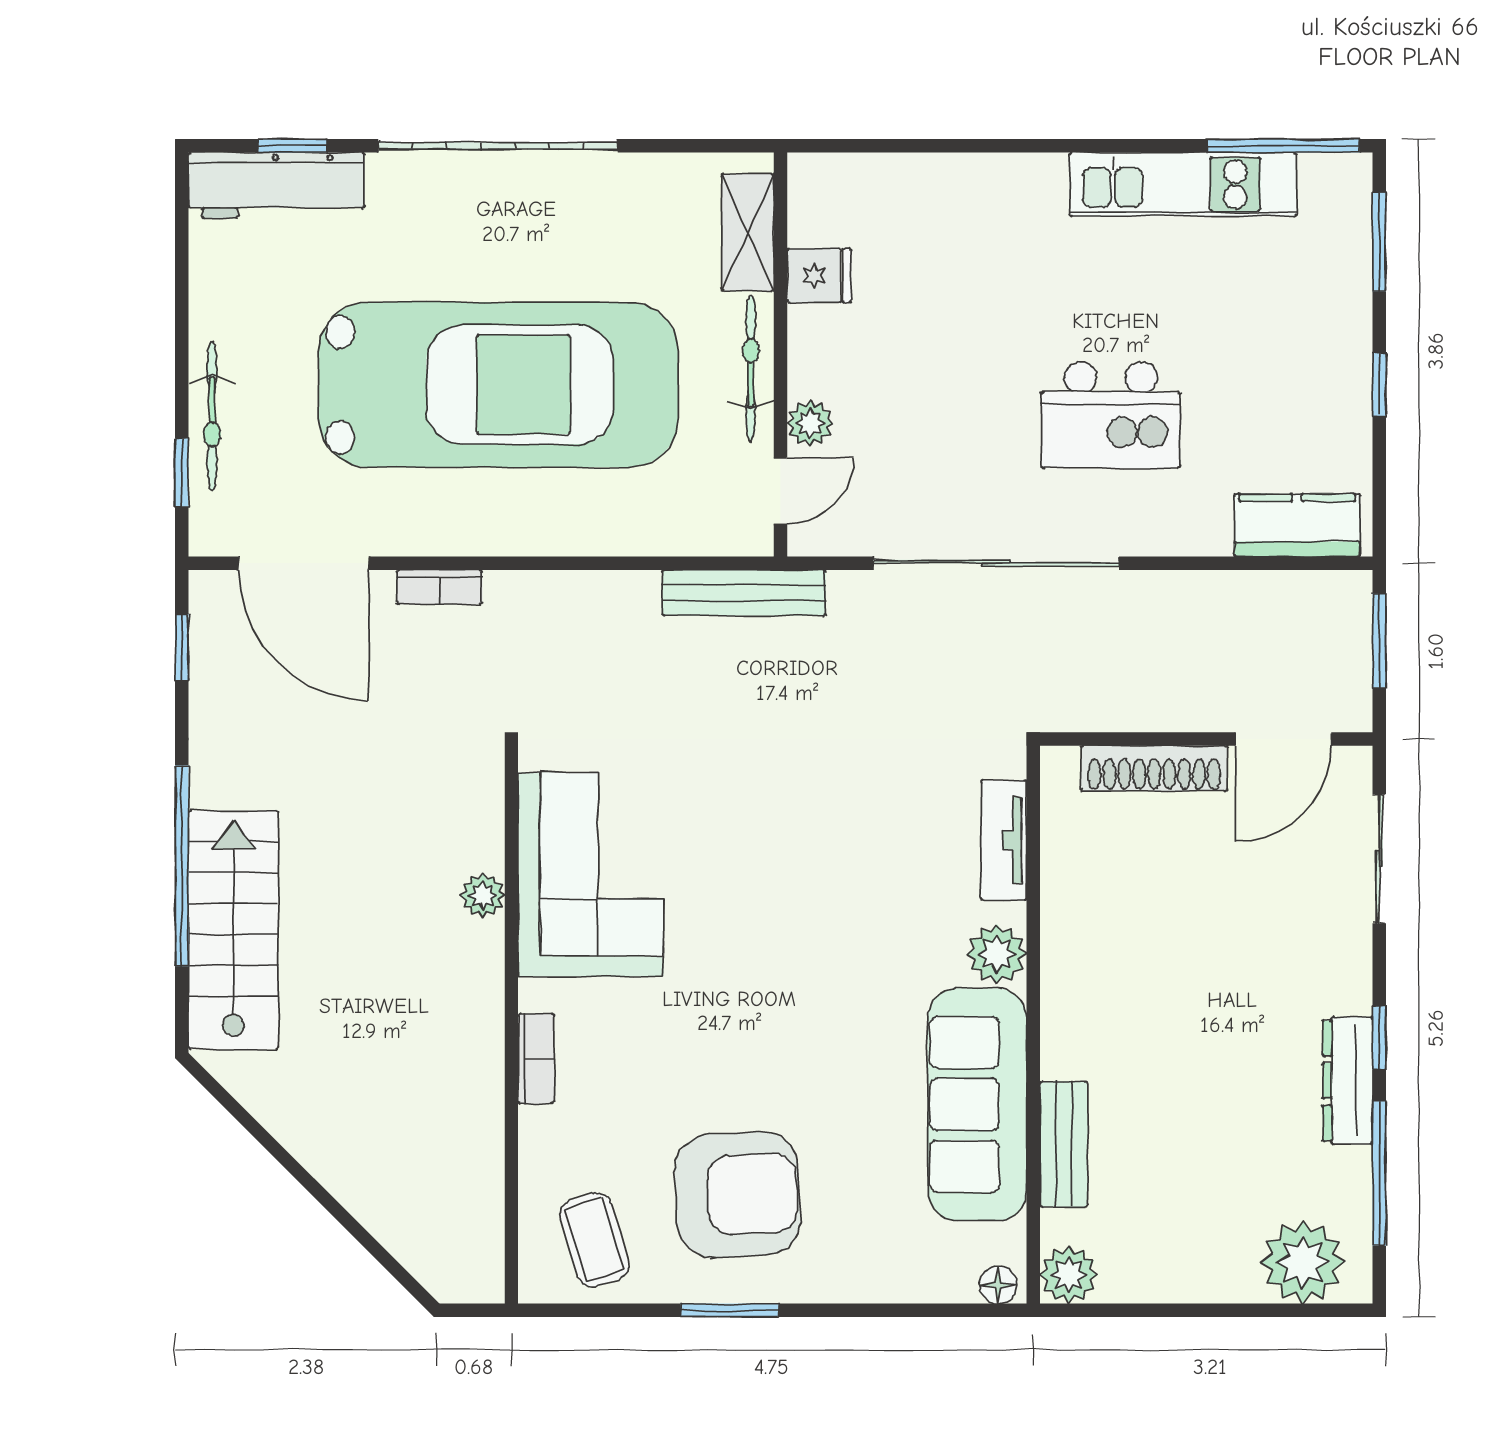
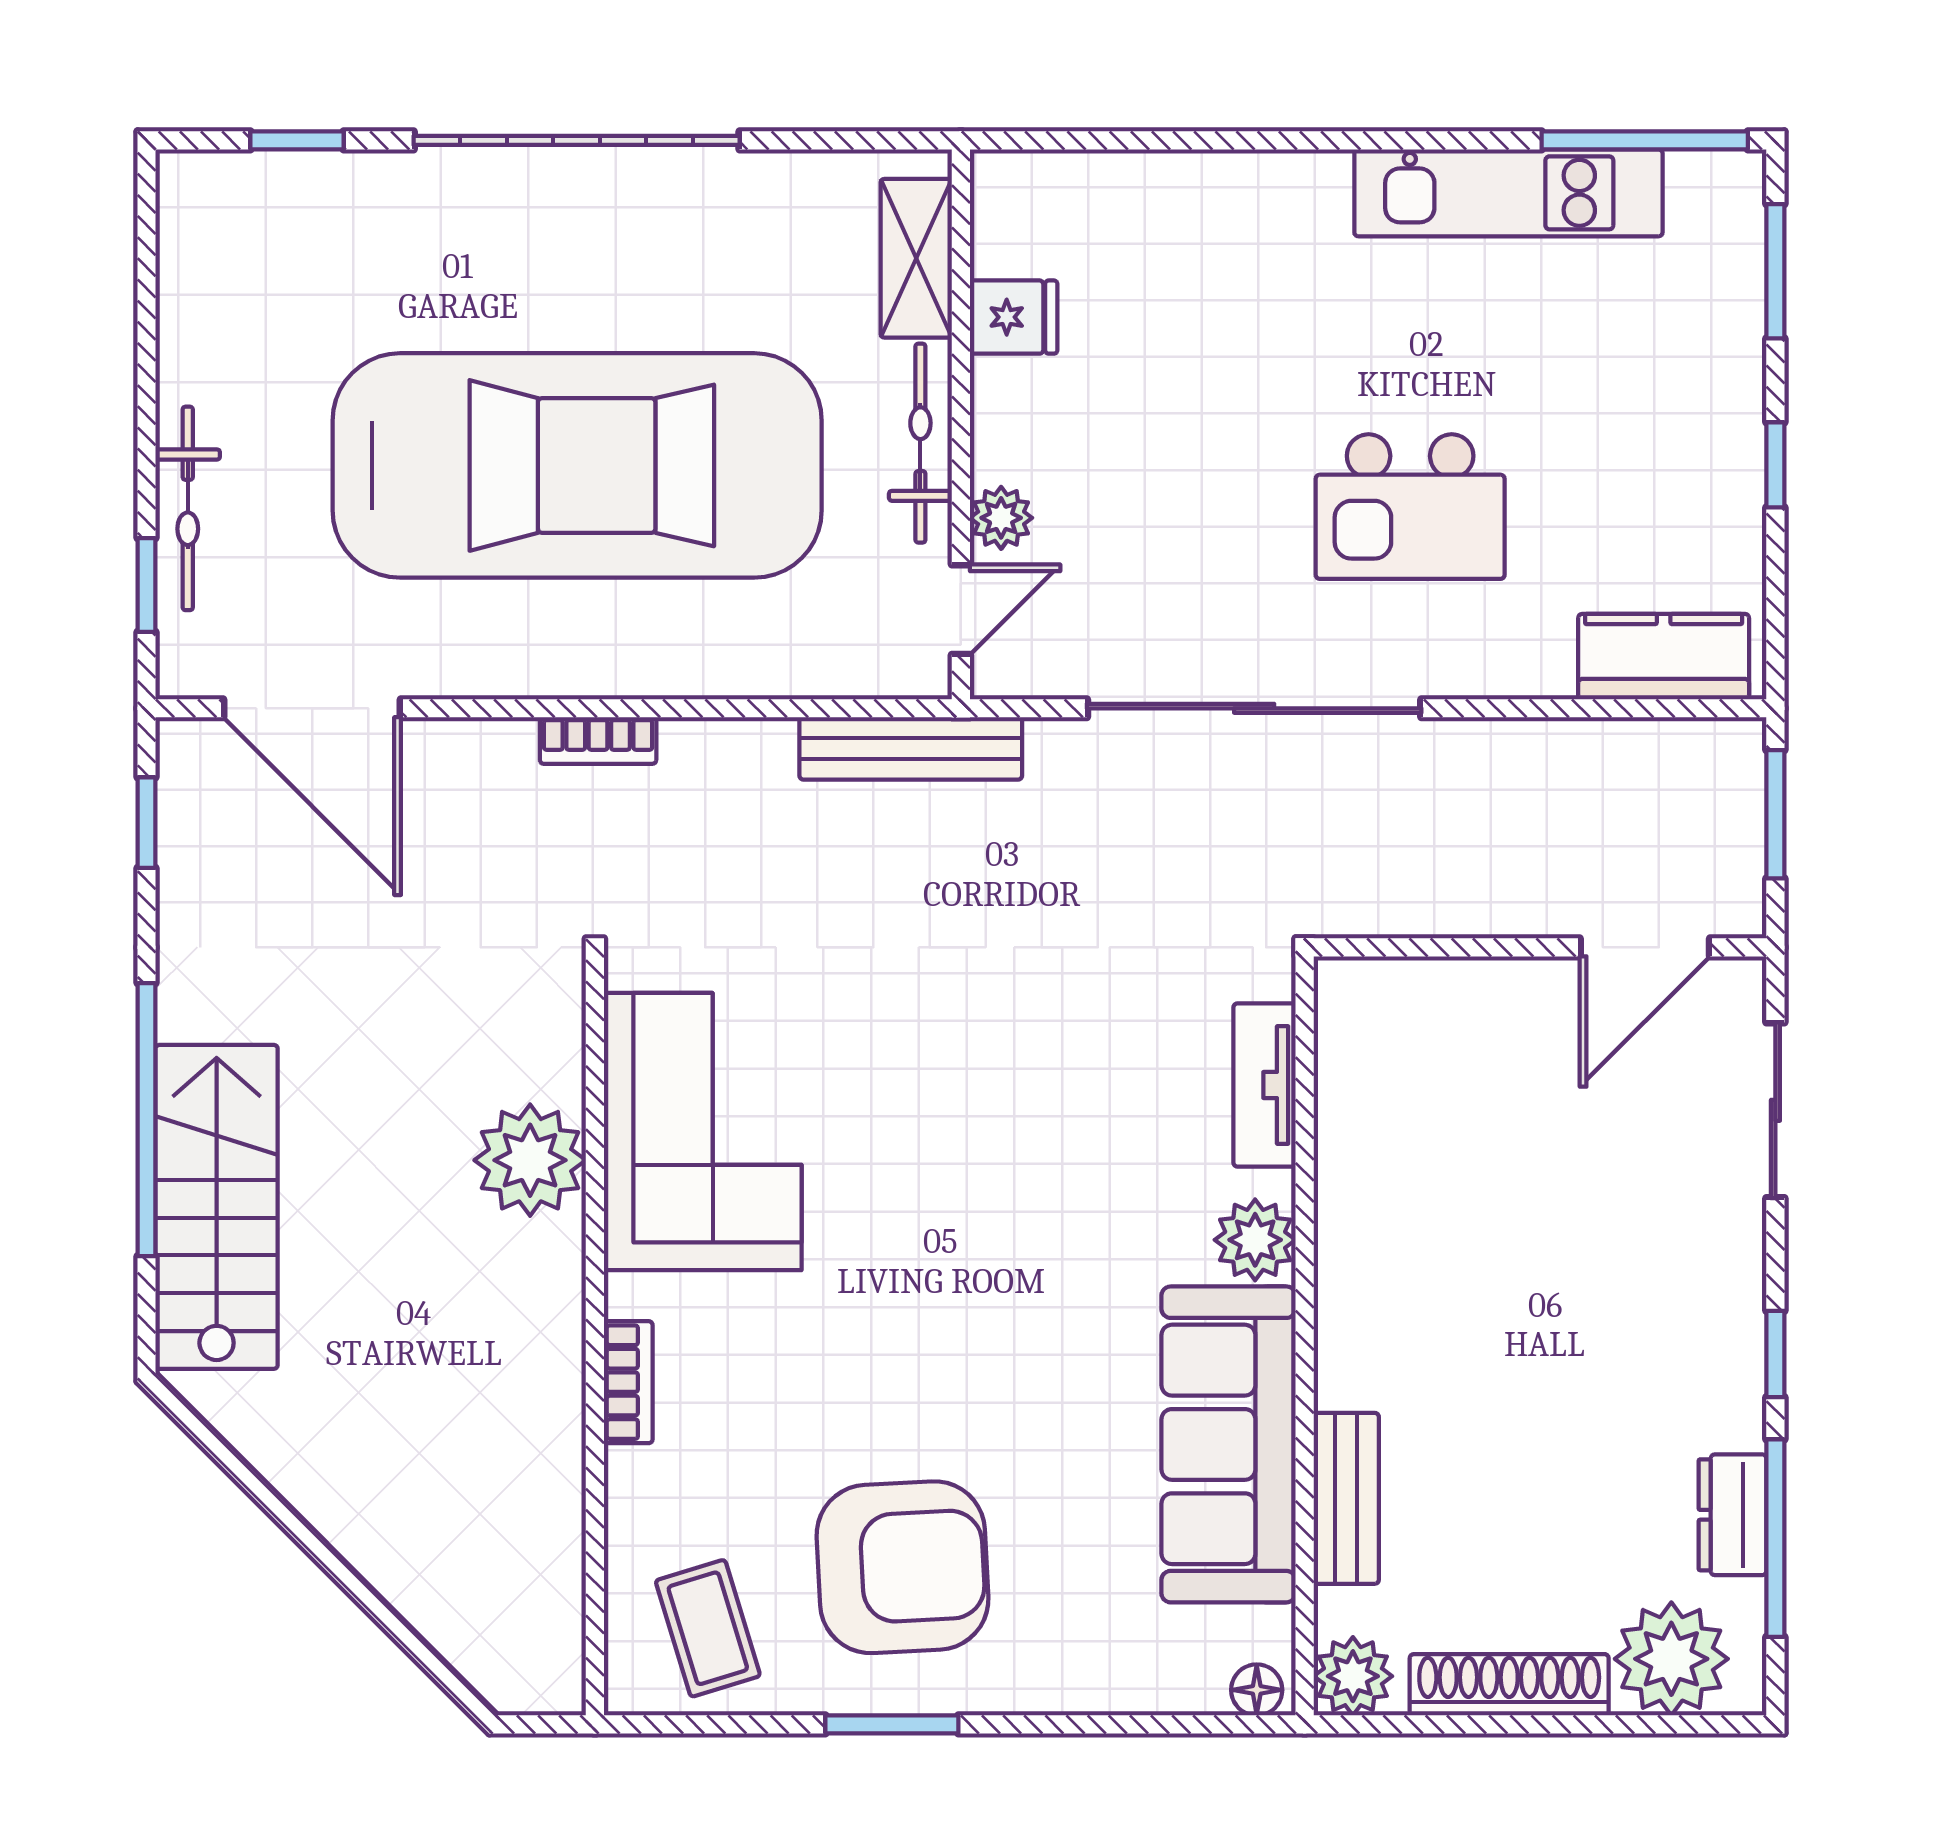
workbench: (276, 185) -> (275, 194), removed
bookcase: (440, 587) -> (598, 741), moved
shoe rack: (1154, 768) -> (1509, 1685), moved, turned 180
plant: (483, 895) -> (530, 1160), width x1.87, depth x1.87
dresser: (1348, 1081) -> (1732, 1515), moved, width x0.70

